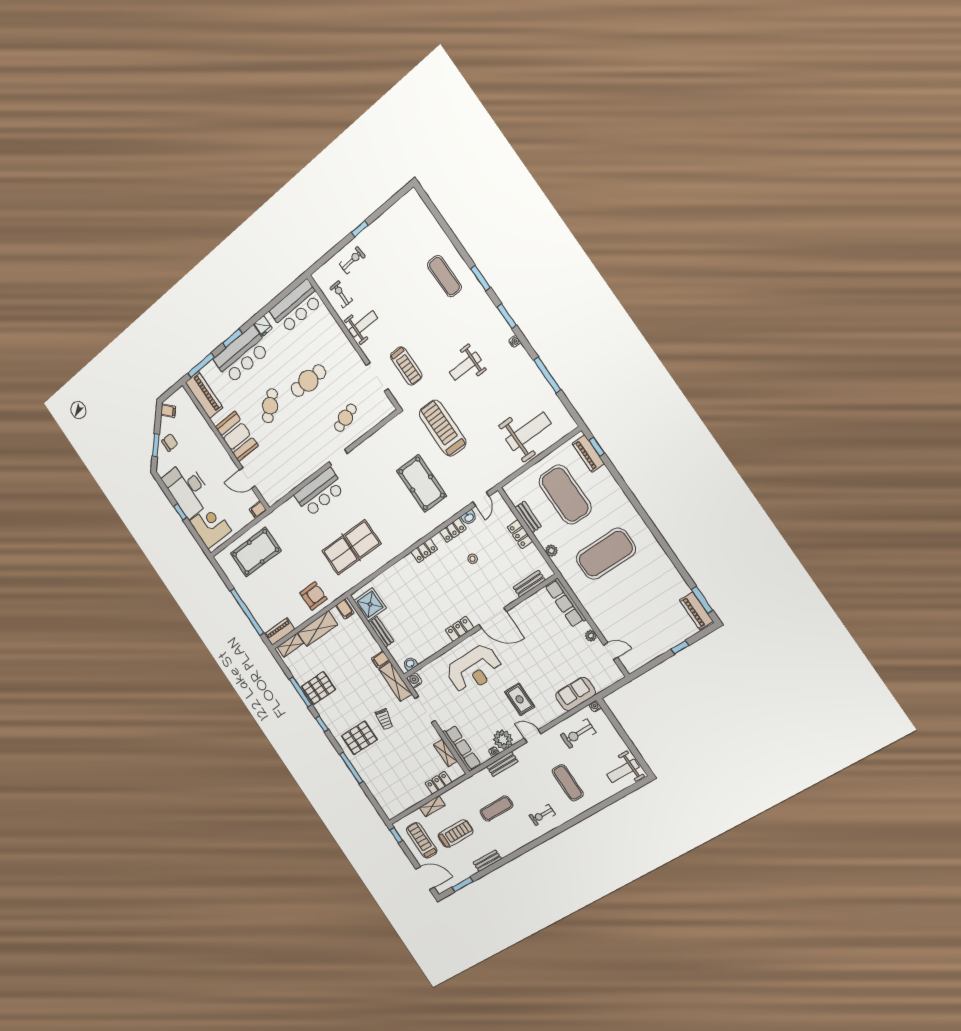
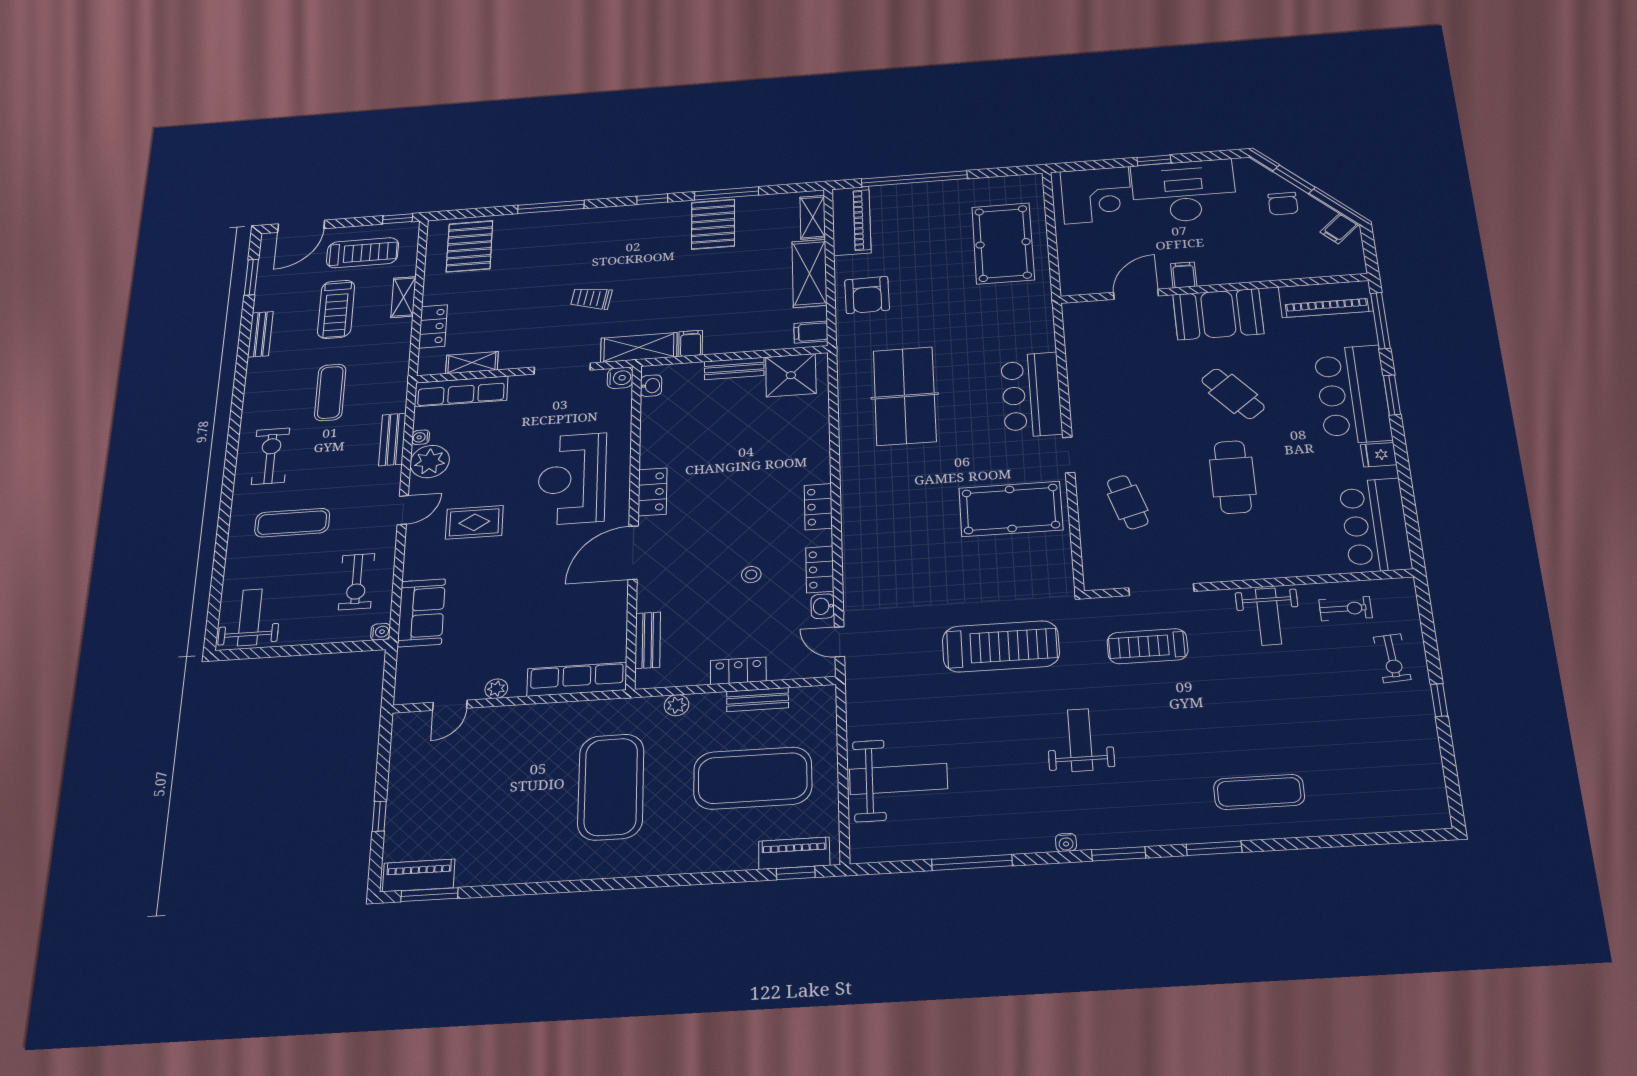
weight bench: (528, 432) -> (898, 779), turned -90
pool table: (422, 483) -> (1011, 509), moved
filing cabinet: (258, 510) -> (1184, 275), moved
piano: (280, 632) -> (851, 221), width x1.37, depth x1.33
exercise bike: (578, 734) -> (357, 582), turned 180
pallet: (359, 738) -> (469, 246), moved
exercise bike: (542, 815) -> (271, 456), width x1.38, depth x1.39

